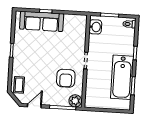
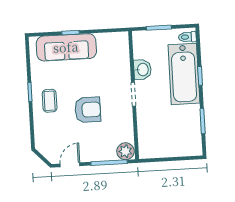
washbasin: (95, 27) -> (142, 70), moved
bathtub: (122, 77) -> (184, 74), moved
armchair: (66, 78) -> (88, 110), moved, turned -90
coffee table: (19, 85) -> (50, 101), moved

